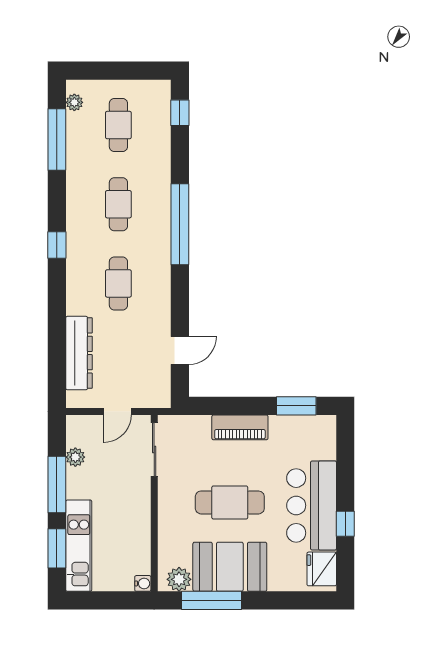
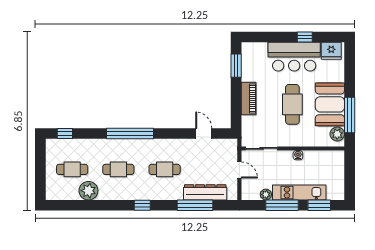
plant: (74, 102) -> (88, 191), moved, width x1.88, depth x1.88
window: (57, 139) -> (195, 205), moved
kitchen unit: (79, 546) -> (299, 193), moved
water cooler: (143, 583) -> (298, 155), moved

